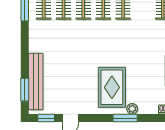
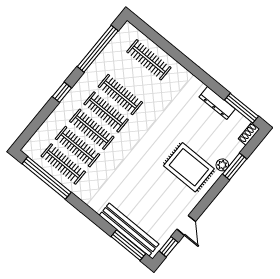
window: (25, 90) -> (128, 245), width x1.44
window: (125, 118) -> (235, 167), moved

